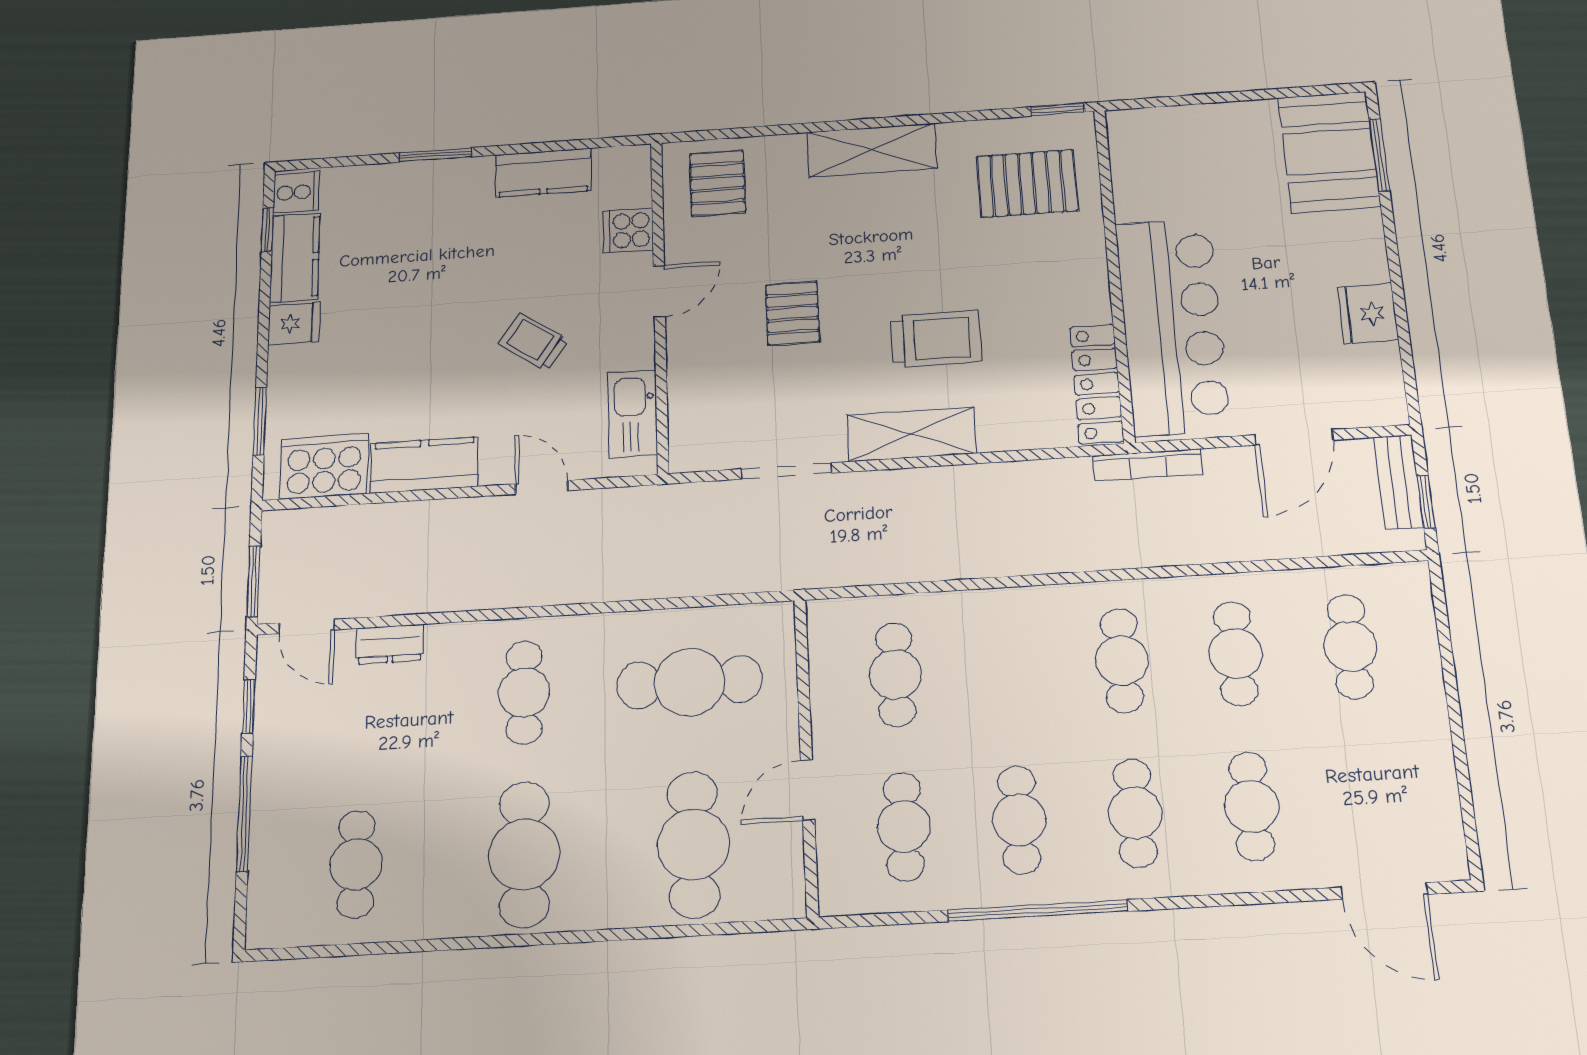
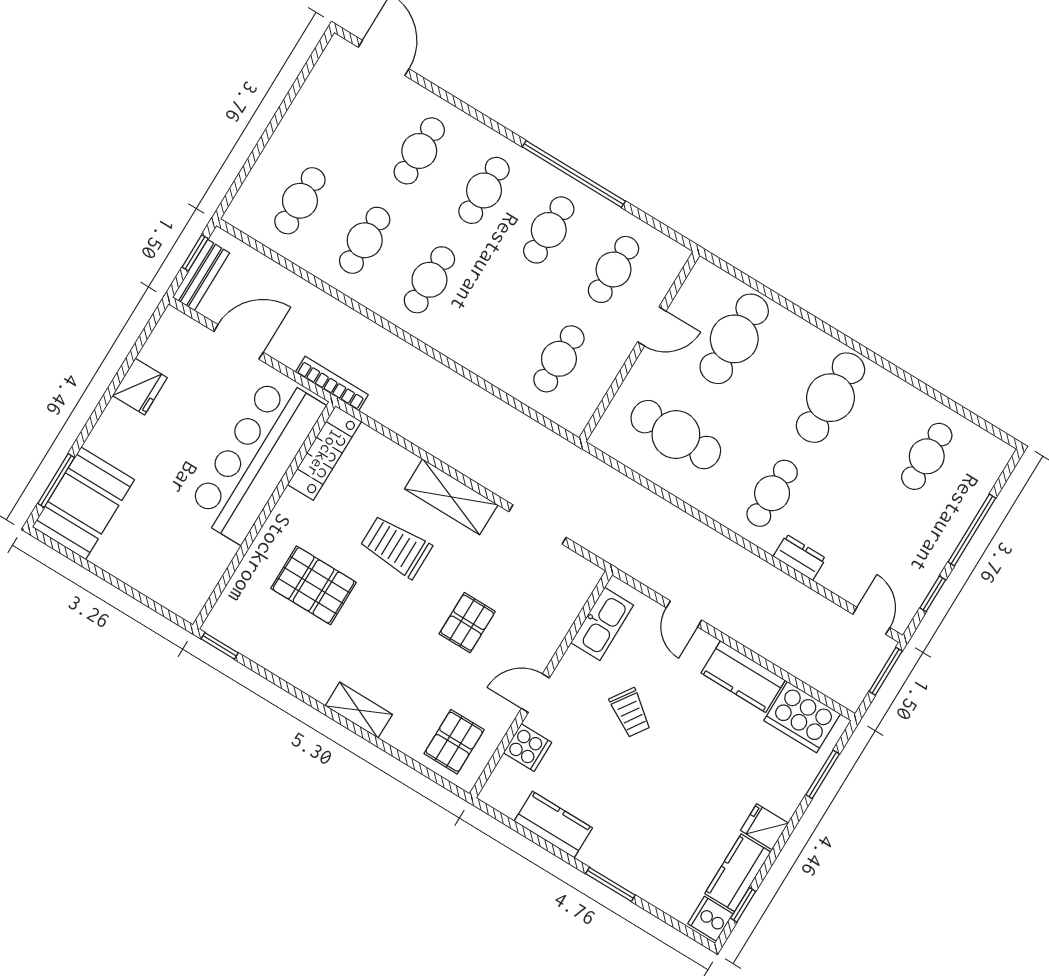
shelving: (872, 150) -> (359, 710), width x0.67, depth x0.75
pallet: (1027, 183) -> (314, 585), moved
dresser: (390, 644) -> (800, 557), moved

